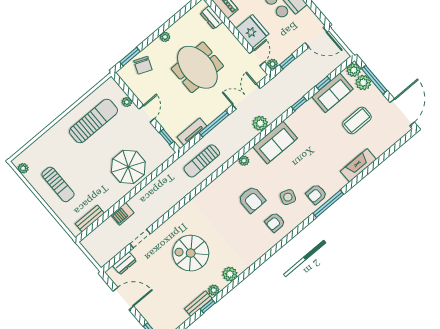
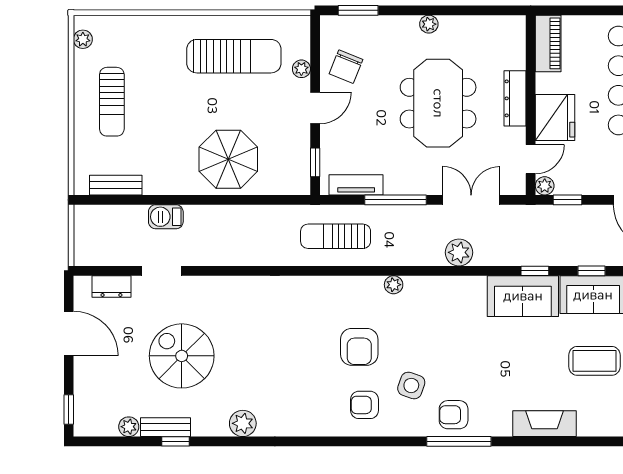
dresser: (211, 17) -> (515, 98), moved, width x1.44
chair: (143, 65) -> (346, 67), moved
sofa: (275, 143) -> (523, 296), moved
spiral stairs: (191, 253) -> (182, 356), moved
plant: (214, 290) -> (129, 427), moved

